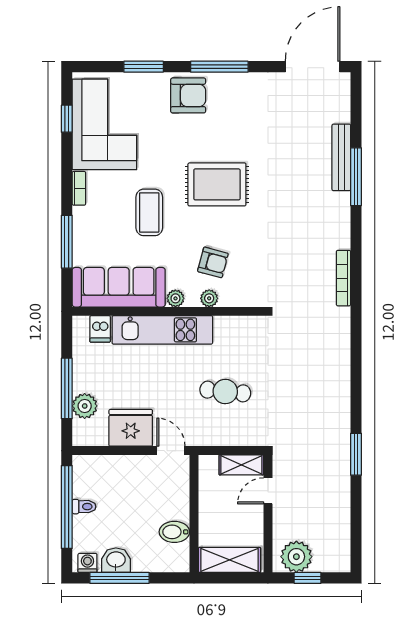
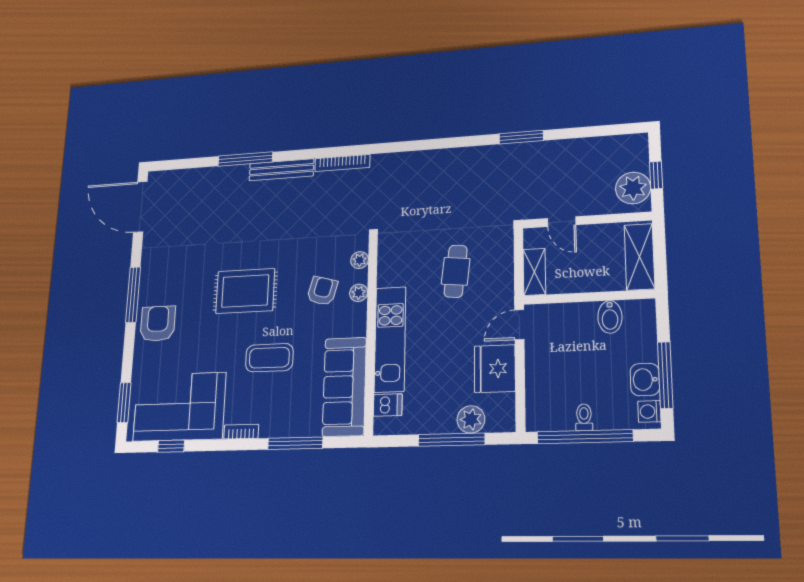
window: (144, 67) -> (124, 403), moved
bench: (341, 157) -> (281, 170), moved
rug: (217, 184) -> (245, 291), turned 90
plant: (175, 298) -> (360, 260), moved
shelving: (241, 465) -> (534, 272), moved

